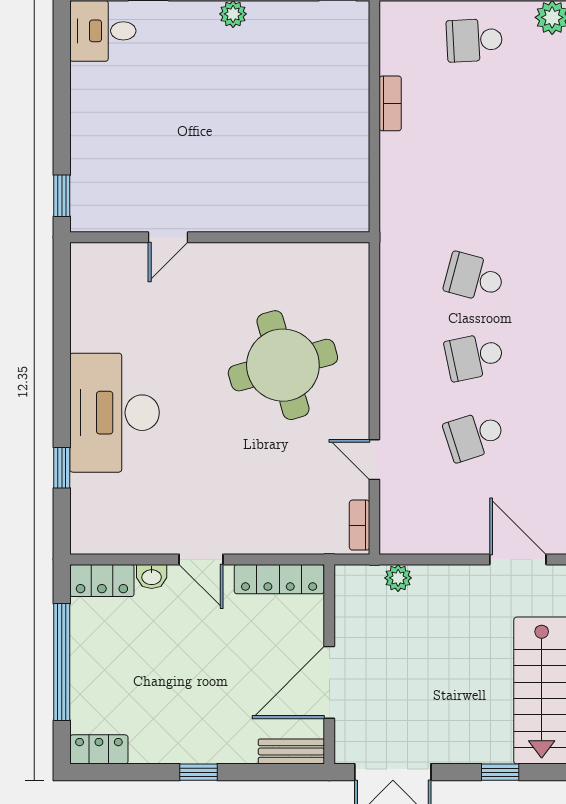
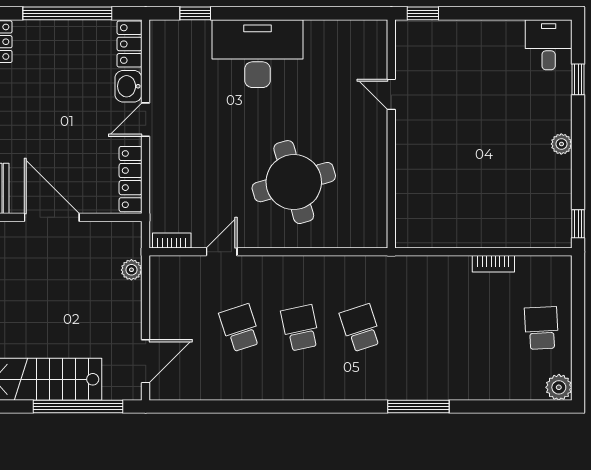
school desk: (474, 277) -> (361, 328), turned -33
window: (62, 468) -> (195, 13), moved
washbasin: (152, 576) -> (128, 86), width x1.38, depth x1.45

